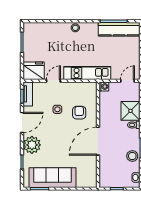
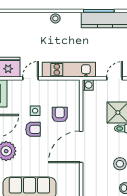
armchair: (56, 126) -> (33, 129), added

